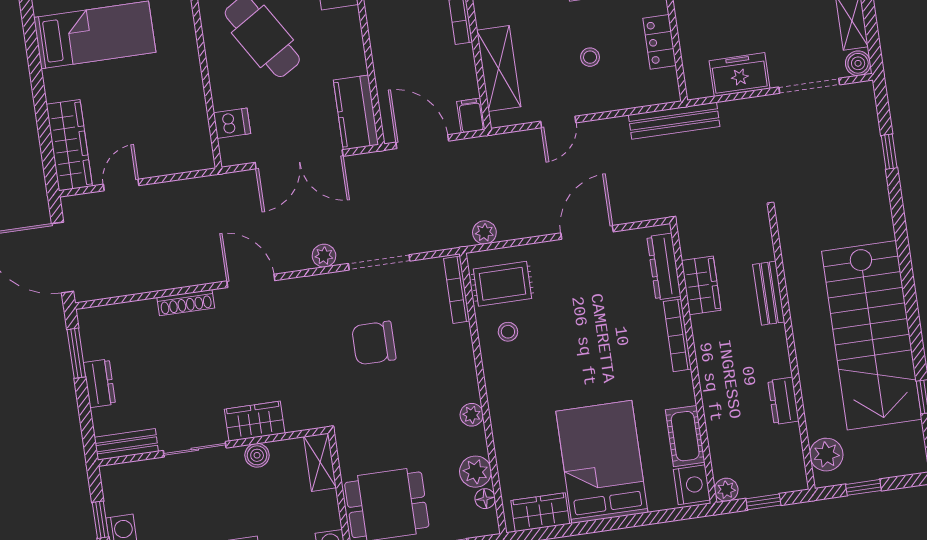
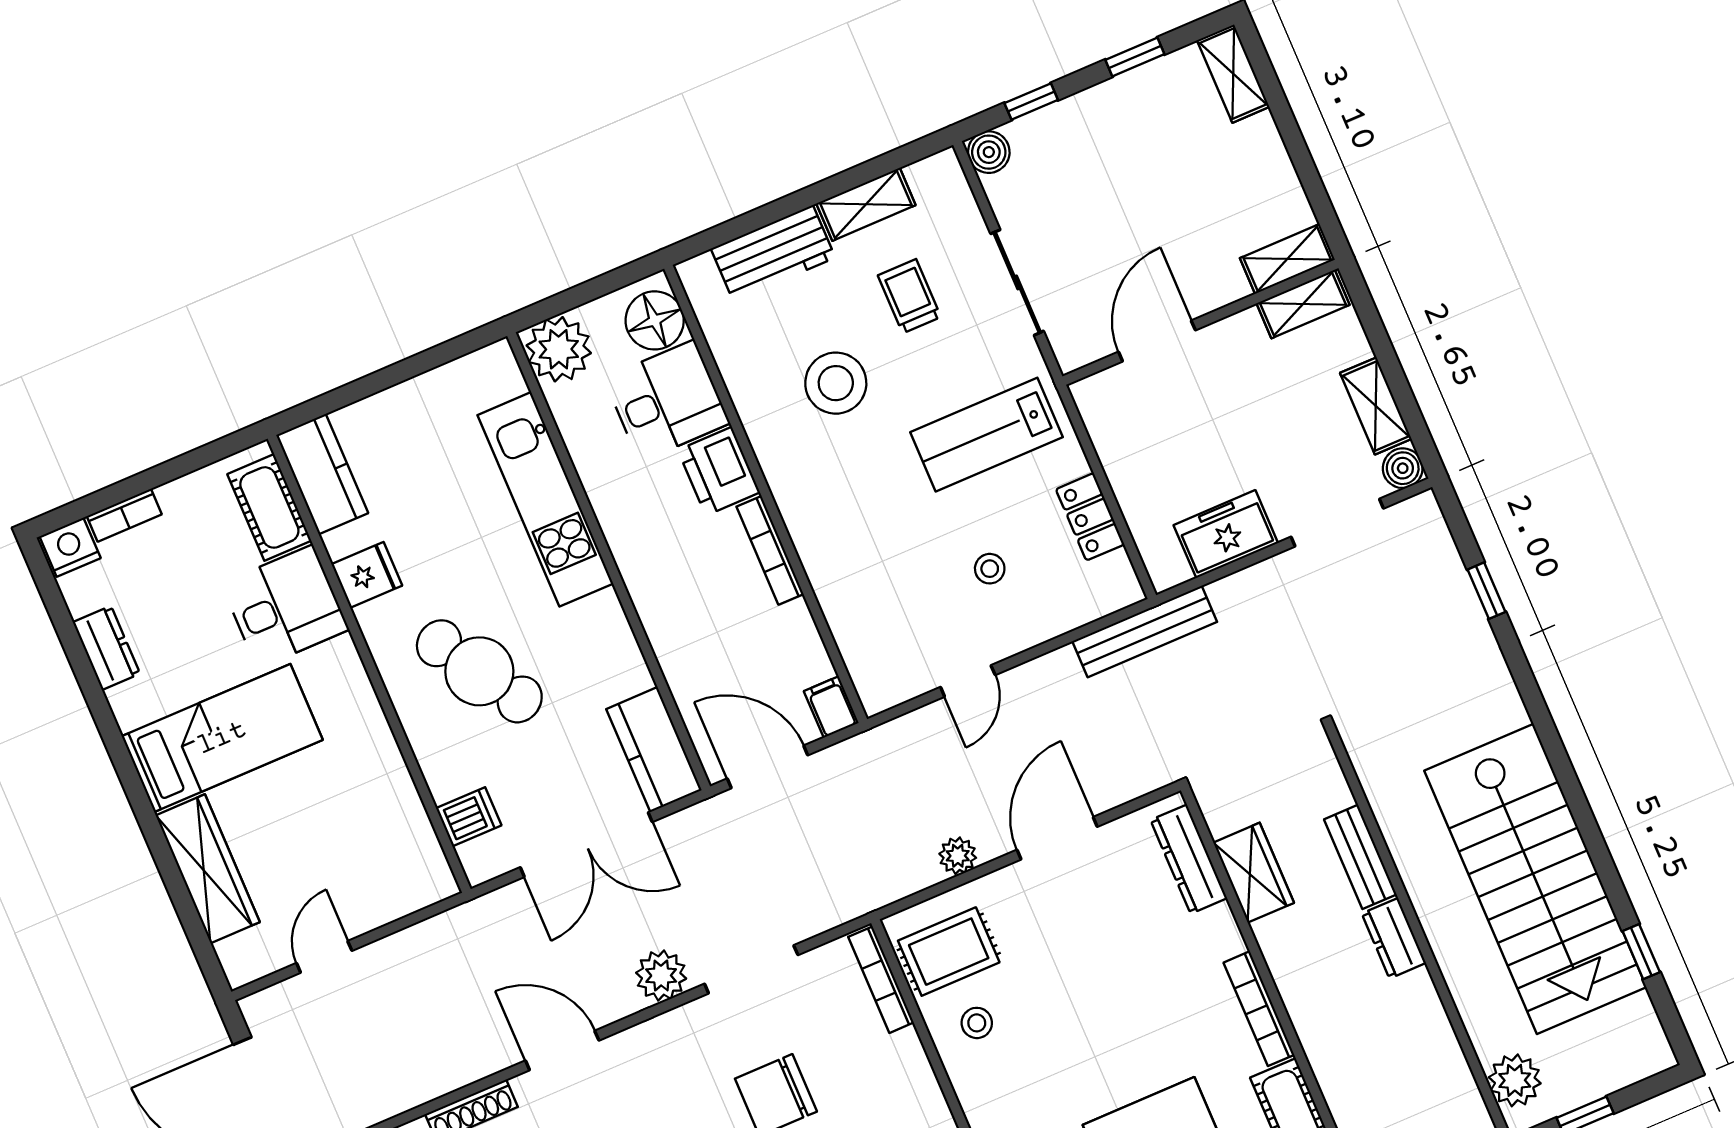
shelving: (499, 68) -> (854, 624), removed
wardrobe: (69, 145) -> (208, 869), moved
plant: (484, 232) -> (958, 856), moved
plant: (324, 256) -> (661, 976), width x1.38, depth x1.38
bookcase: (677, 335) -> (1259, 1009), moved
dresser: (783, 401) -> (1394, 938), moved

